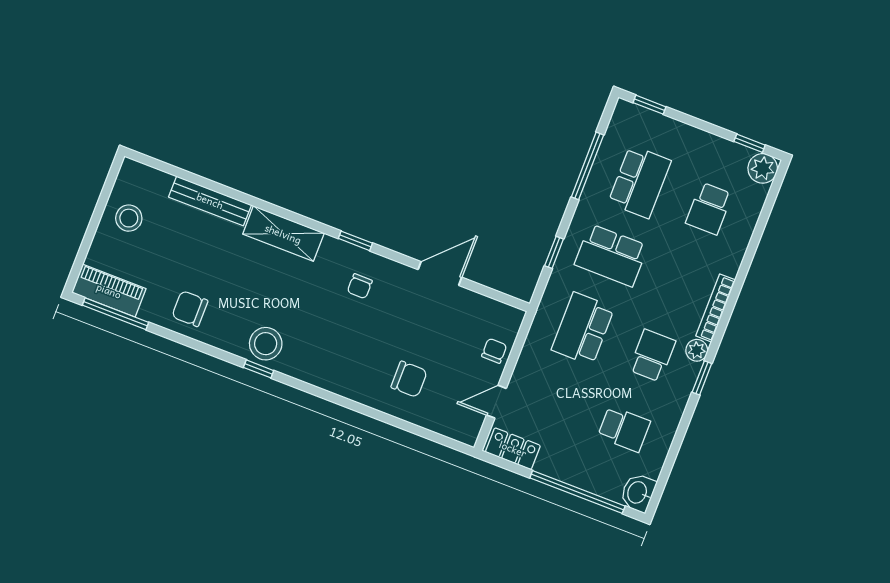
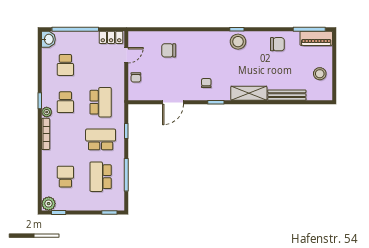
school desk: (624, 429) -> (65, 65), turned -90

